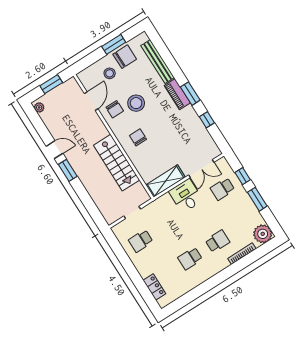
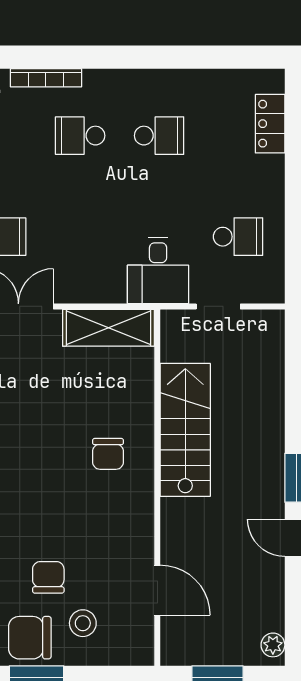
door: (91, 101) -> (157, 590), swing flipped
stool: (136, 103) -> (67, 527), removed
chair: (115, 109) -> (48, 577), moved
desk: (186, 196) -> (158, 270), moved

